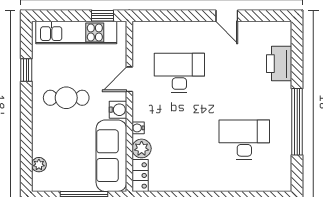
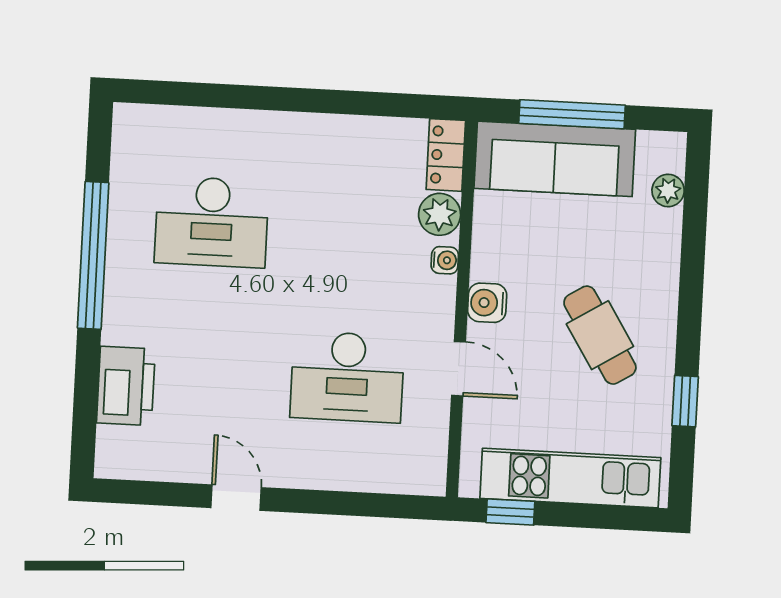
door: (129, 79) -> (458, 369), hinge flipped
cafe table: (66, 98) -> (600, 335), turned 58
sofa: (111, 156) -> (555, 159), moved, turned 90

